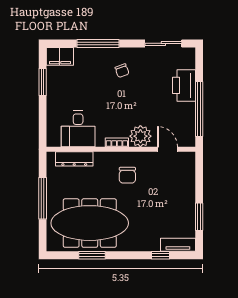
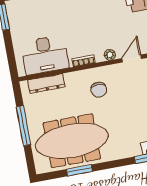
desk: (78, 129) -> (45, 55), width x1.37
plant: (140, 136) -> (110, 55), width x0.53, depth x0.53
door: (168, 149) -> (132, 59), hinge flipped

